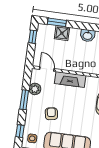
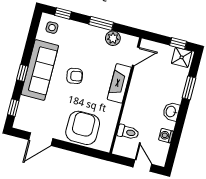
window: (57, 22) -> (189, 88), moved
shower: (62, 33) -> (182, 57), moved
armchair: (51, 114) -> (75, 76), moved

